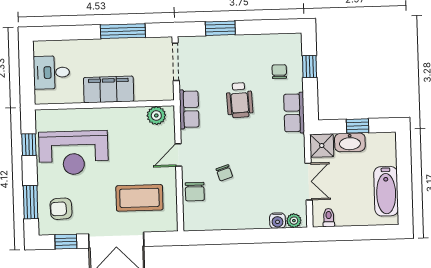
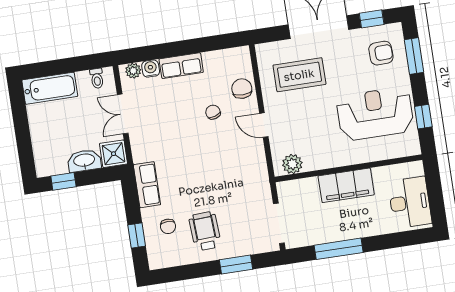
desk: (51, 72) -> (410, 202), width x1.37
wheelchair: (240, 100) -> (205, 231), moved
row of seats: (189, 109) -> (181, 66), moved, turned -90
window: (358, 126) -> (63, 181), moved
door: (178, 155) -> (264, 125), swing flipped
bathtub: (386, 191) -> (50, 88), moved, turned 90

